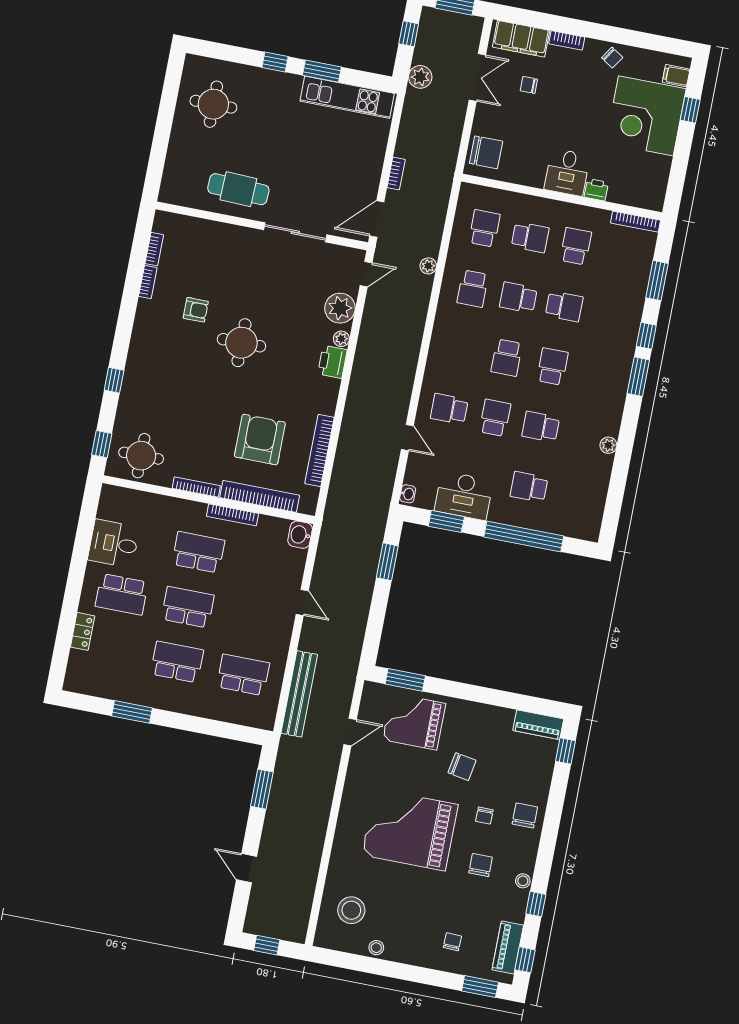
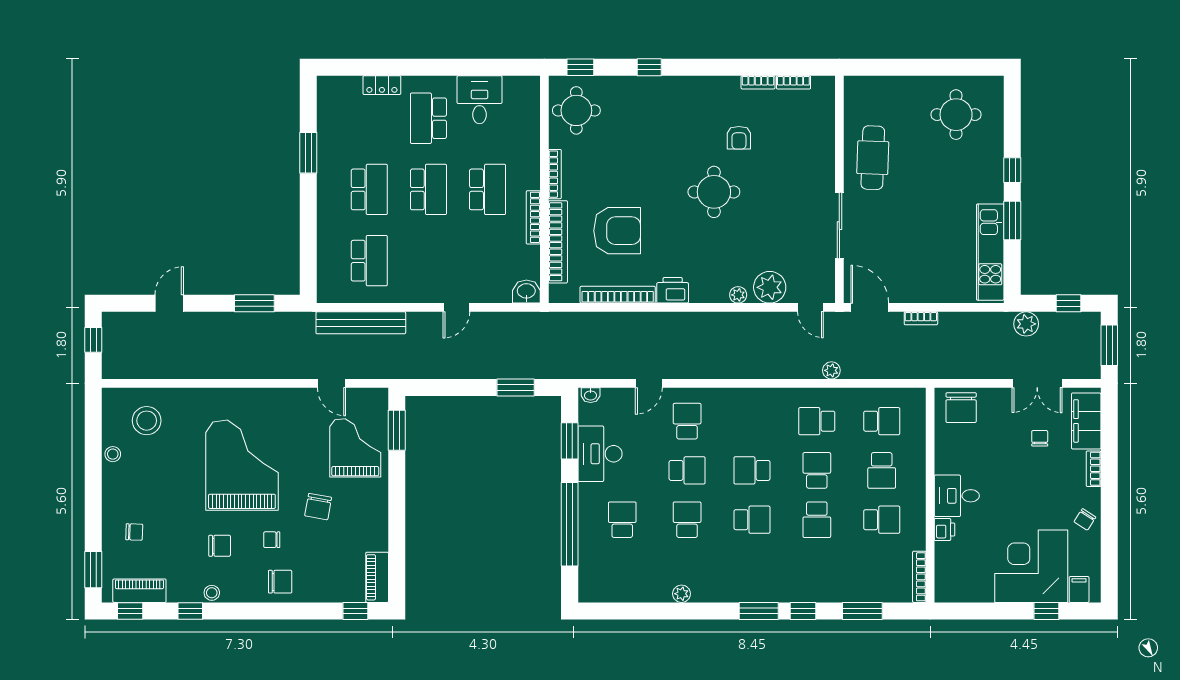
printer: (332, 362) -> (673, 290), moved

